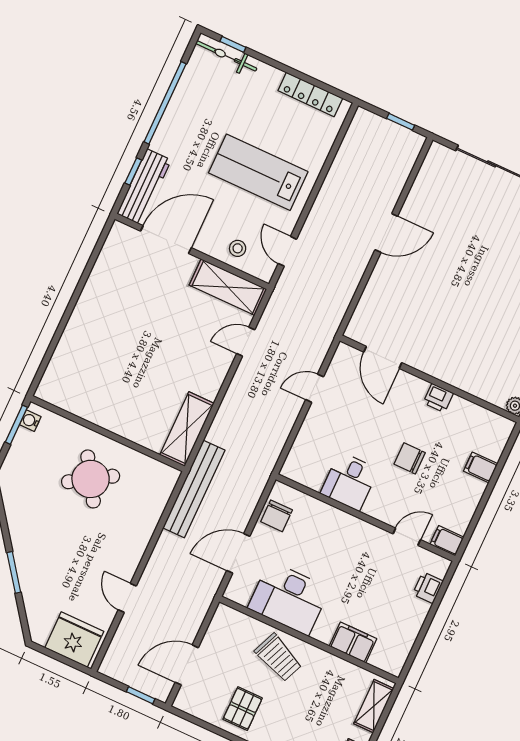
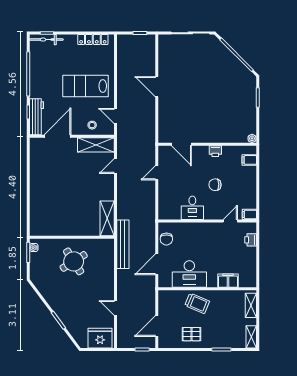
door: (386, 233) -> (157, 87), swing flipped
filing cabinet: (481, 467) -> (249, 160), moved
pallet: (243, 709) -> (192, 334), turned 90

